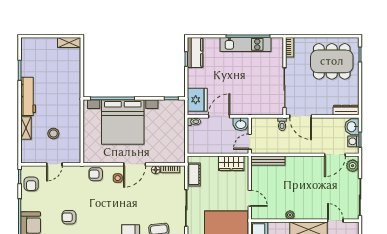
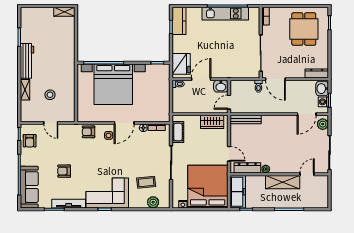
dining table: (332, 61) -> (304, 29), width x0.73
door: (54, 164) -> (51, 123), hinge flipped
dresser: (270, 214) -> (247, 168), added
door: (335, 221) -> (307, 174), hinge flipped

